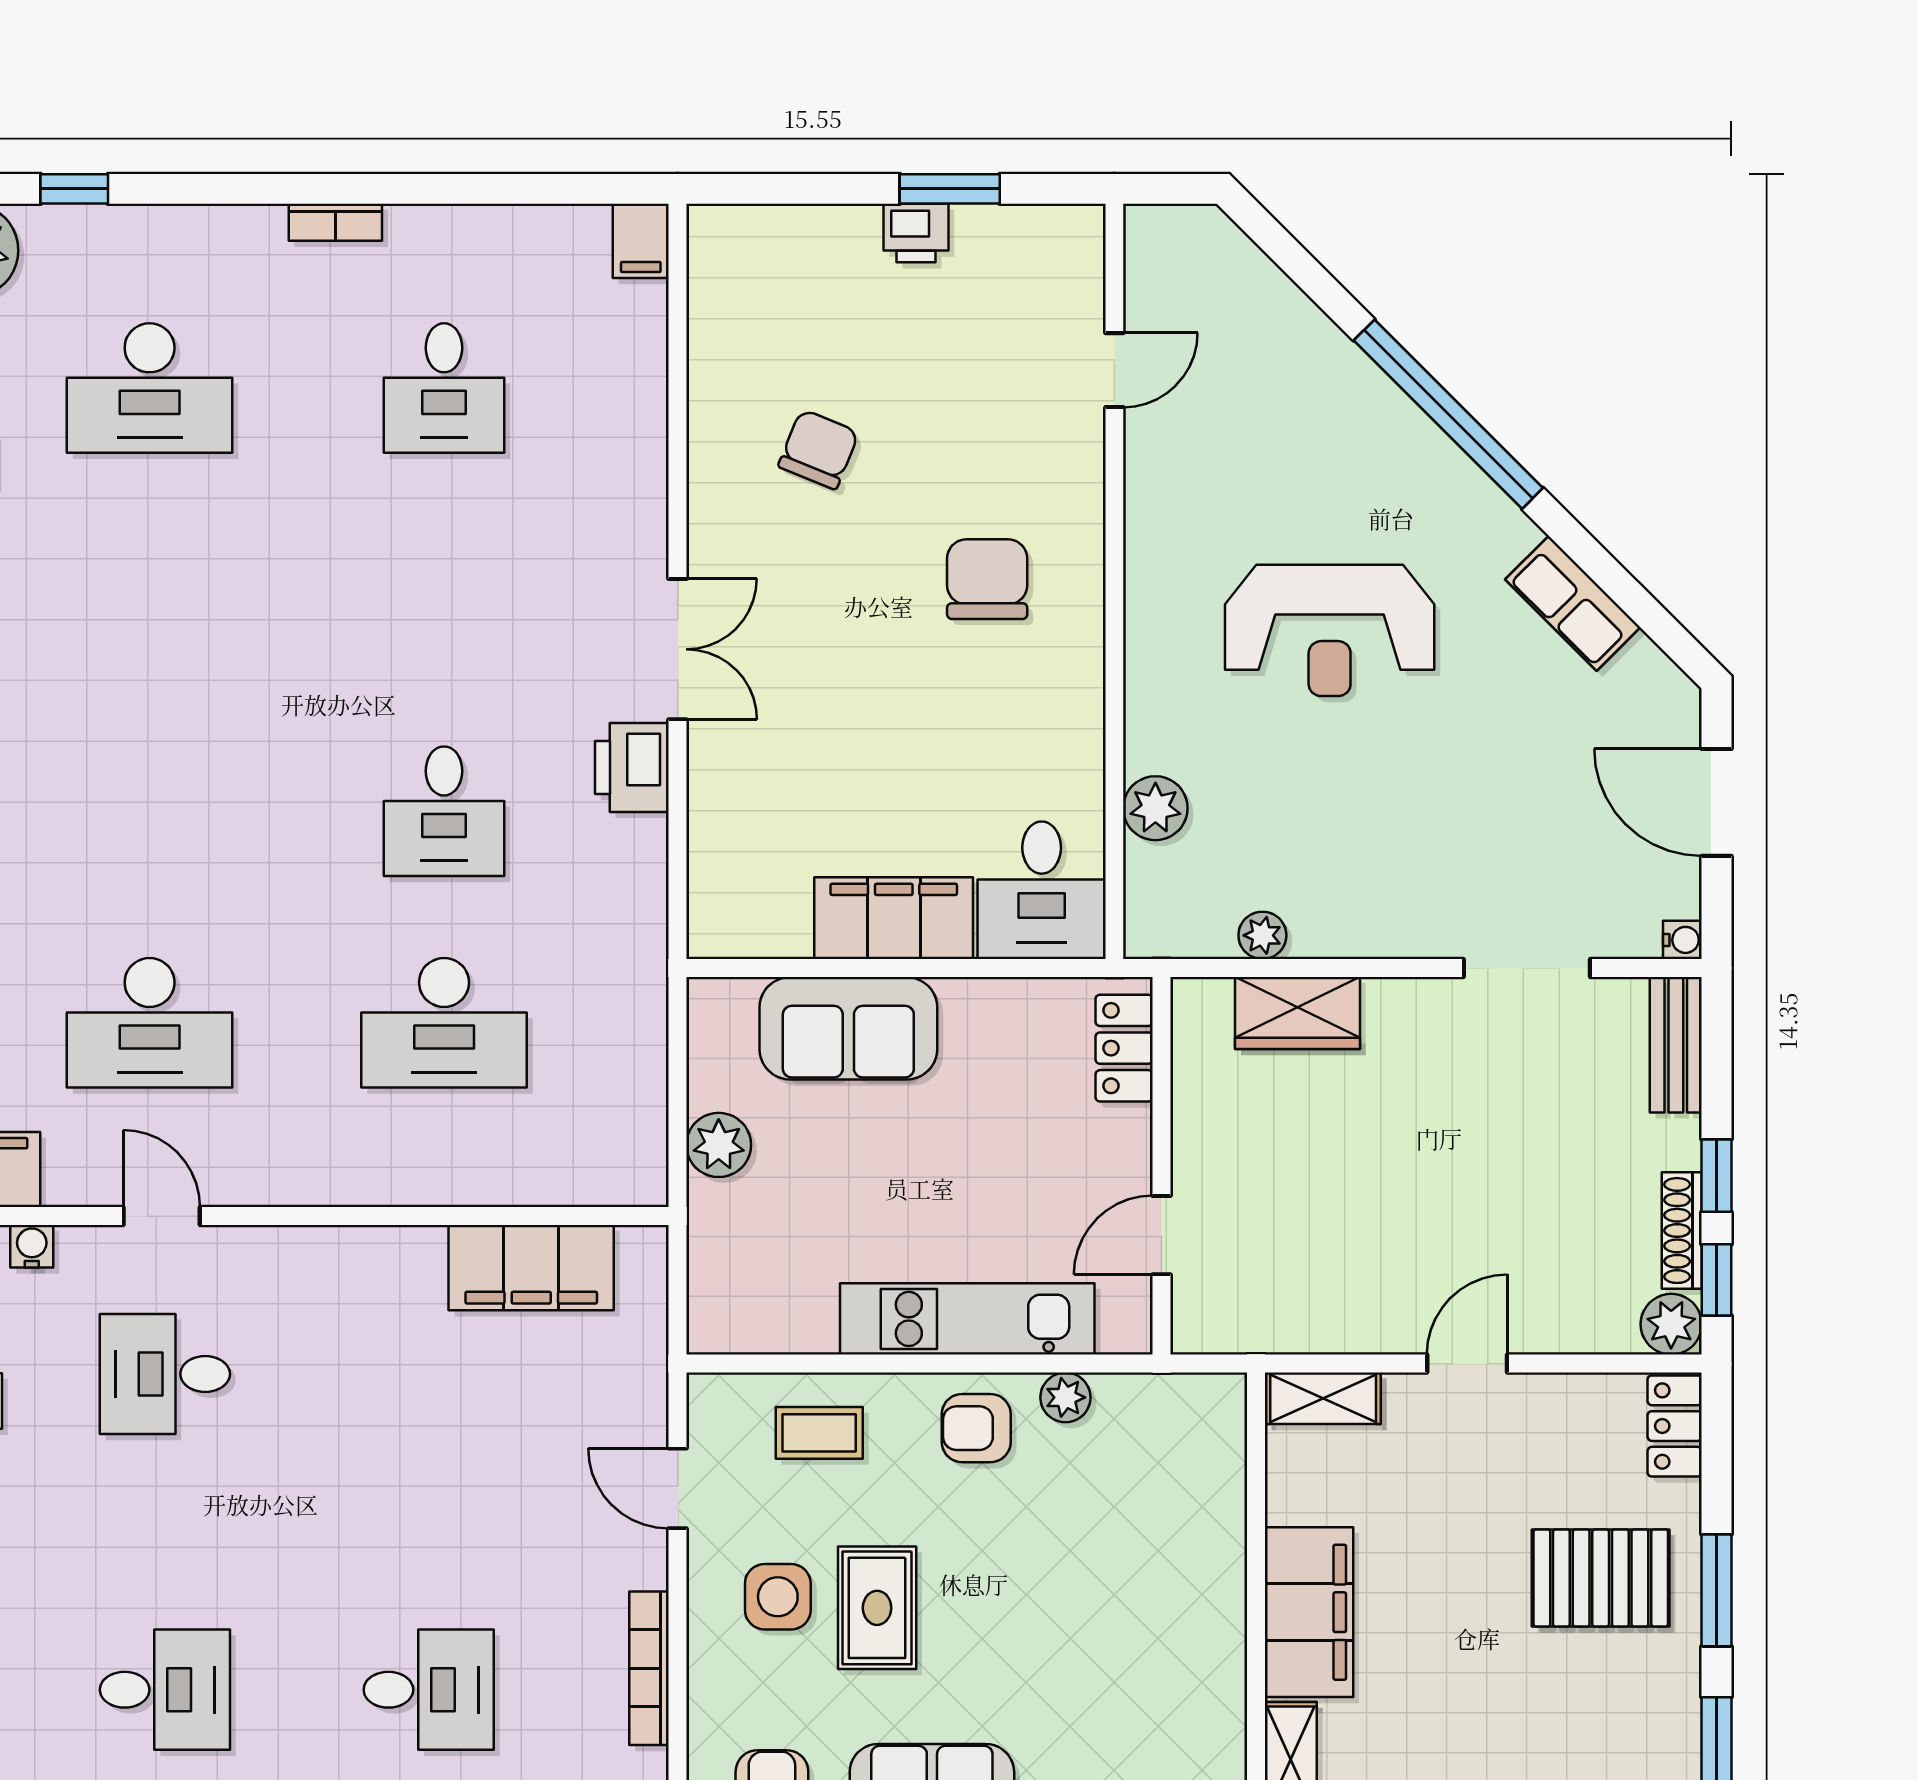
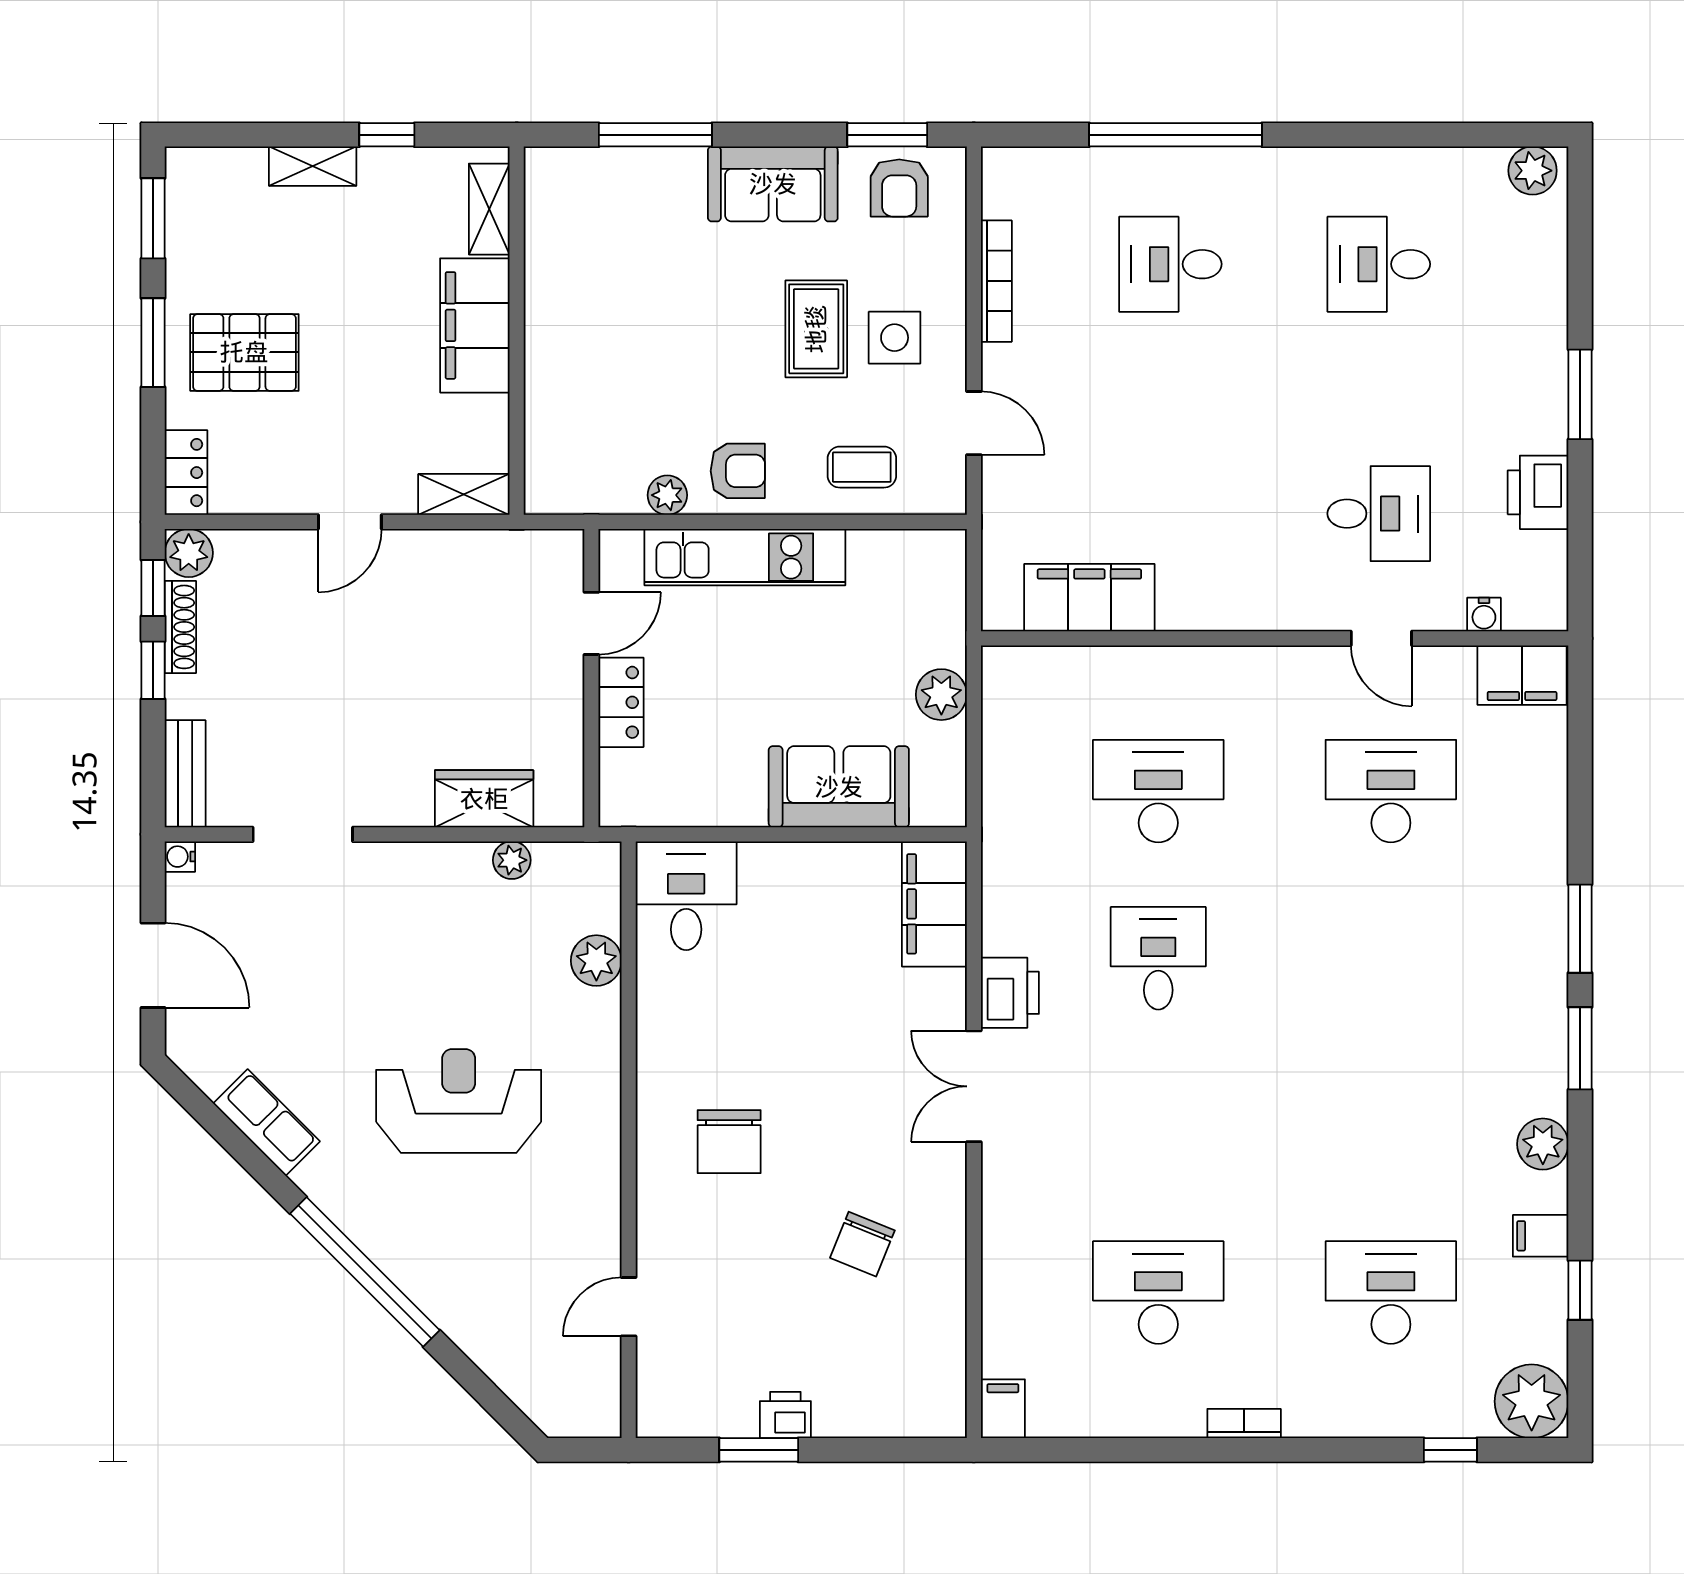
desk: (444, 388) -> (1158, 1293), width x1.37
filing cabinet: (894, 918) -> (934, 904), moved, turned 90
locker: (1124, 1048) -> (621, 702), moved

